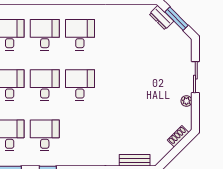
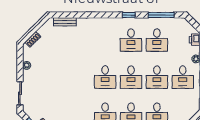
sliding door: (195, 77) -> (20, 93), moved

